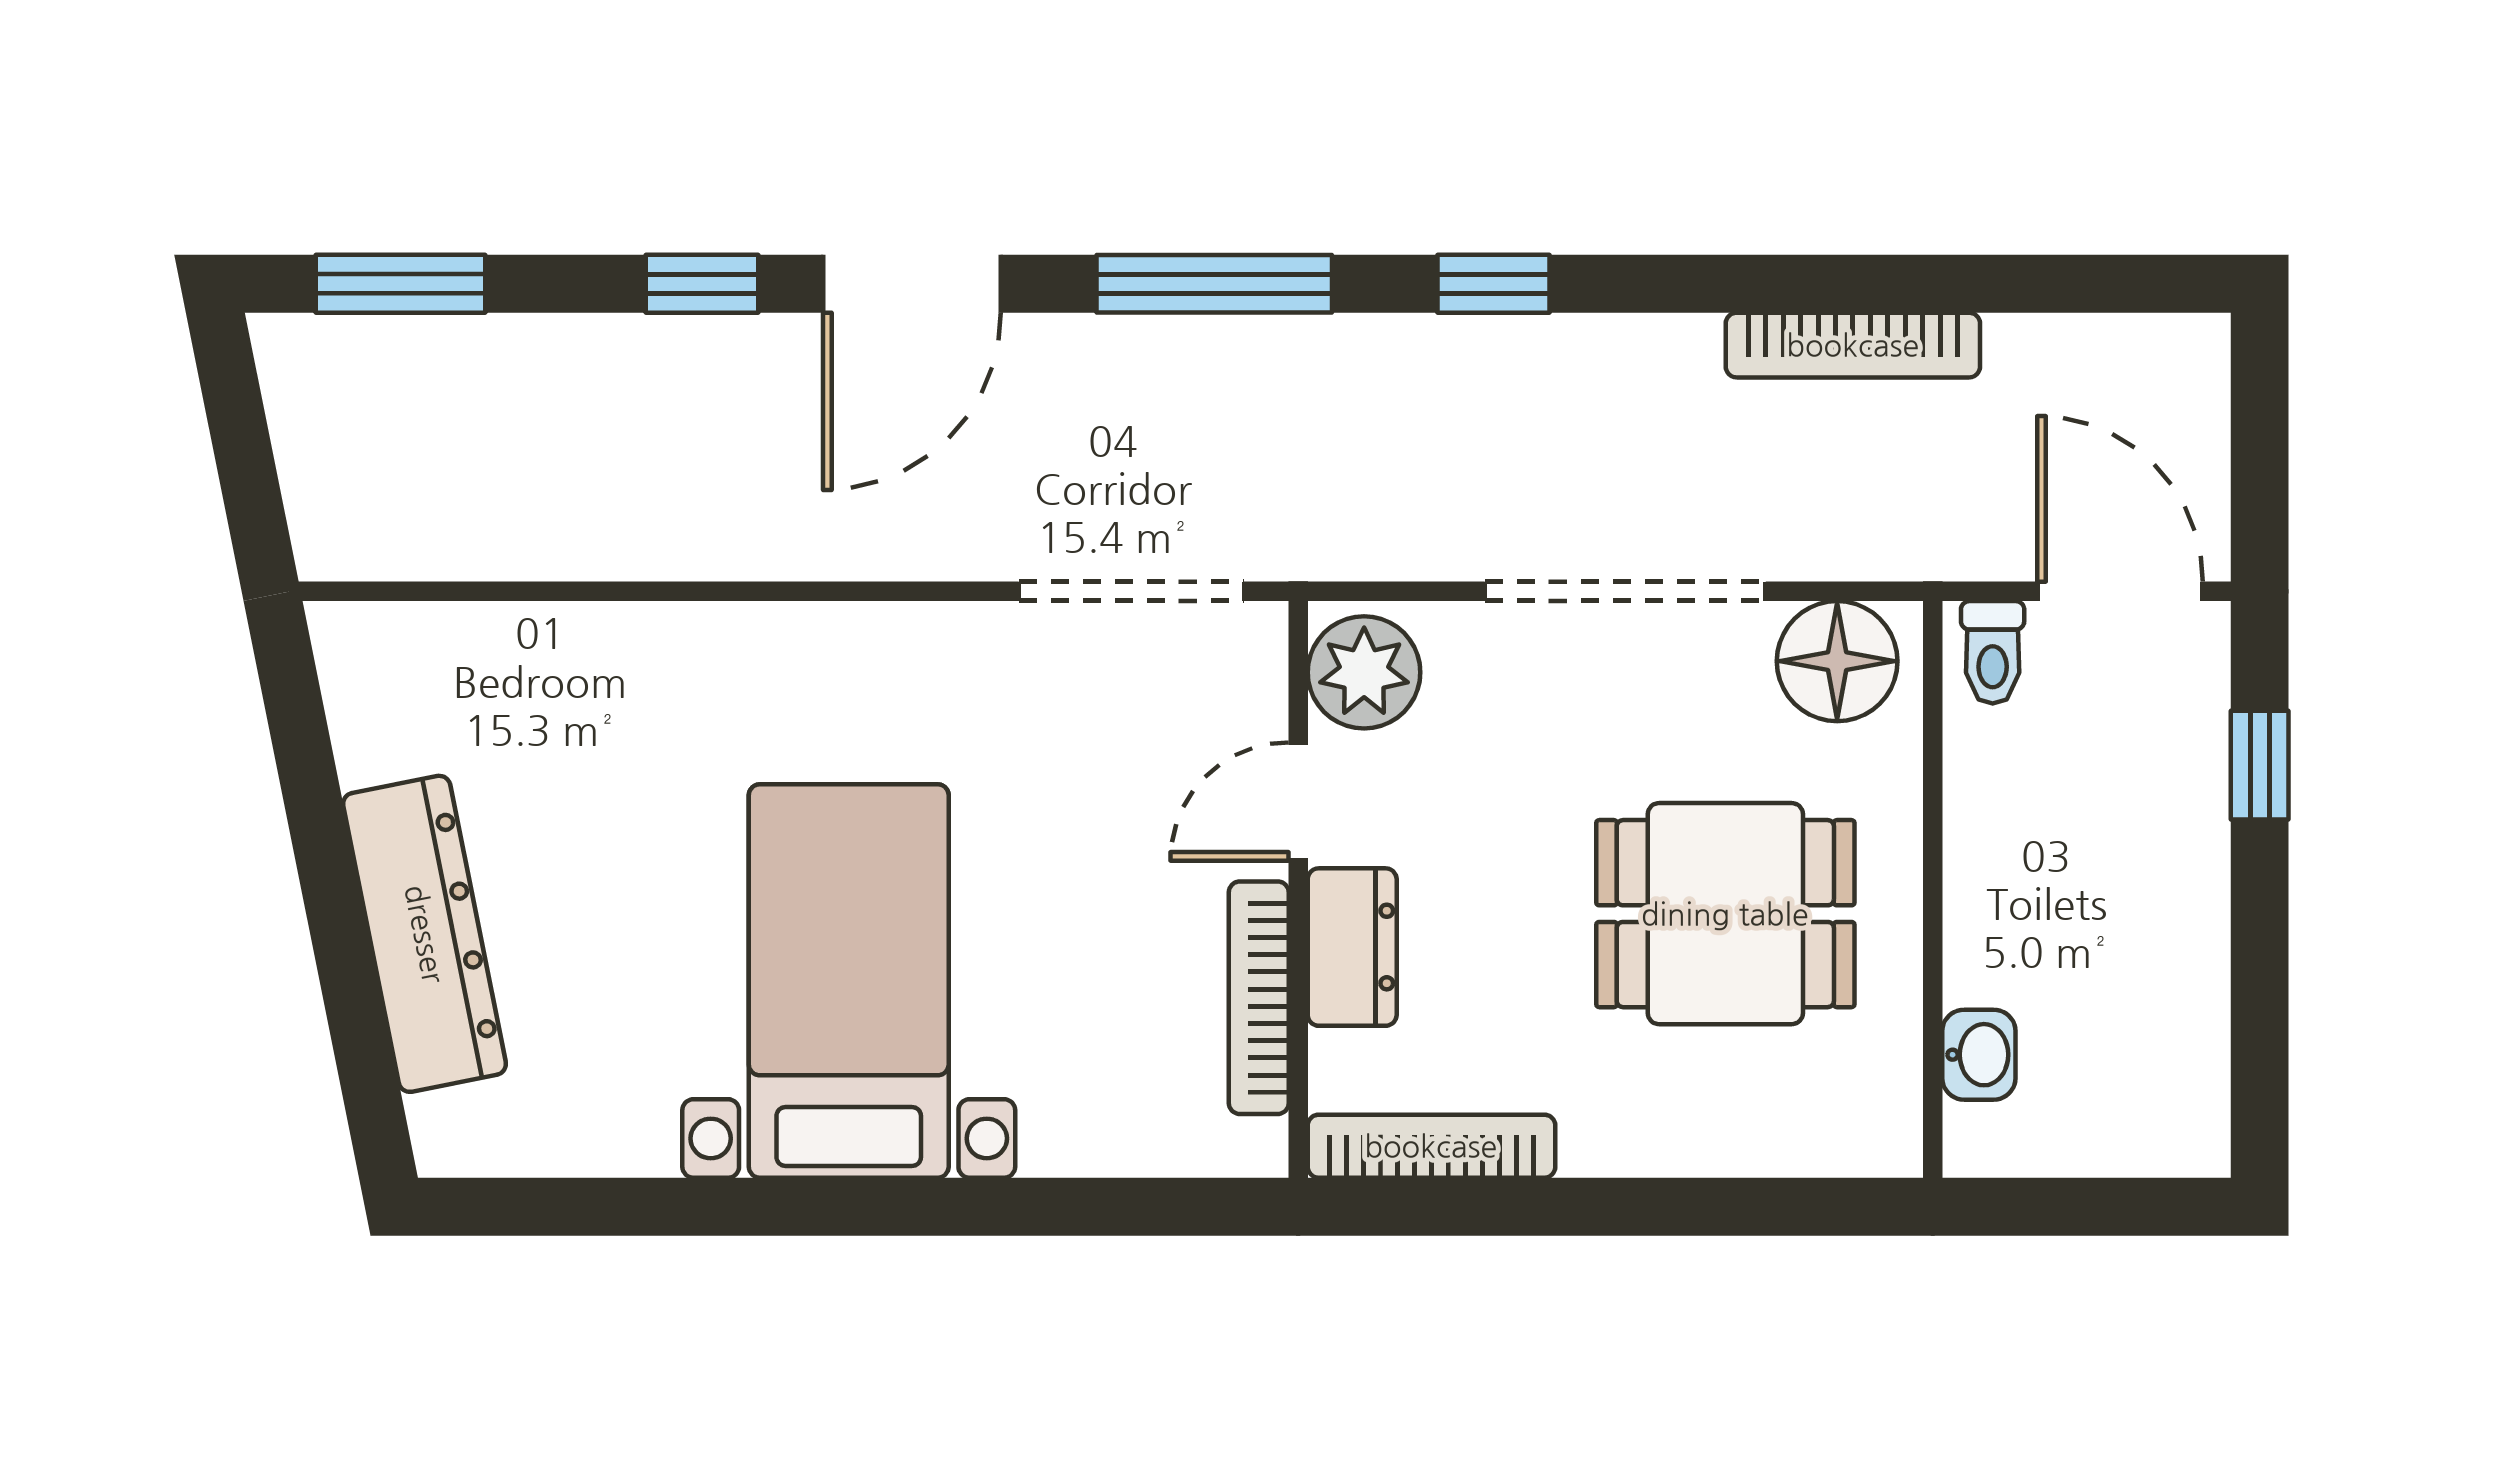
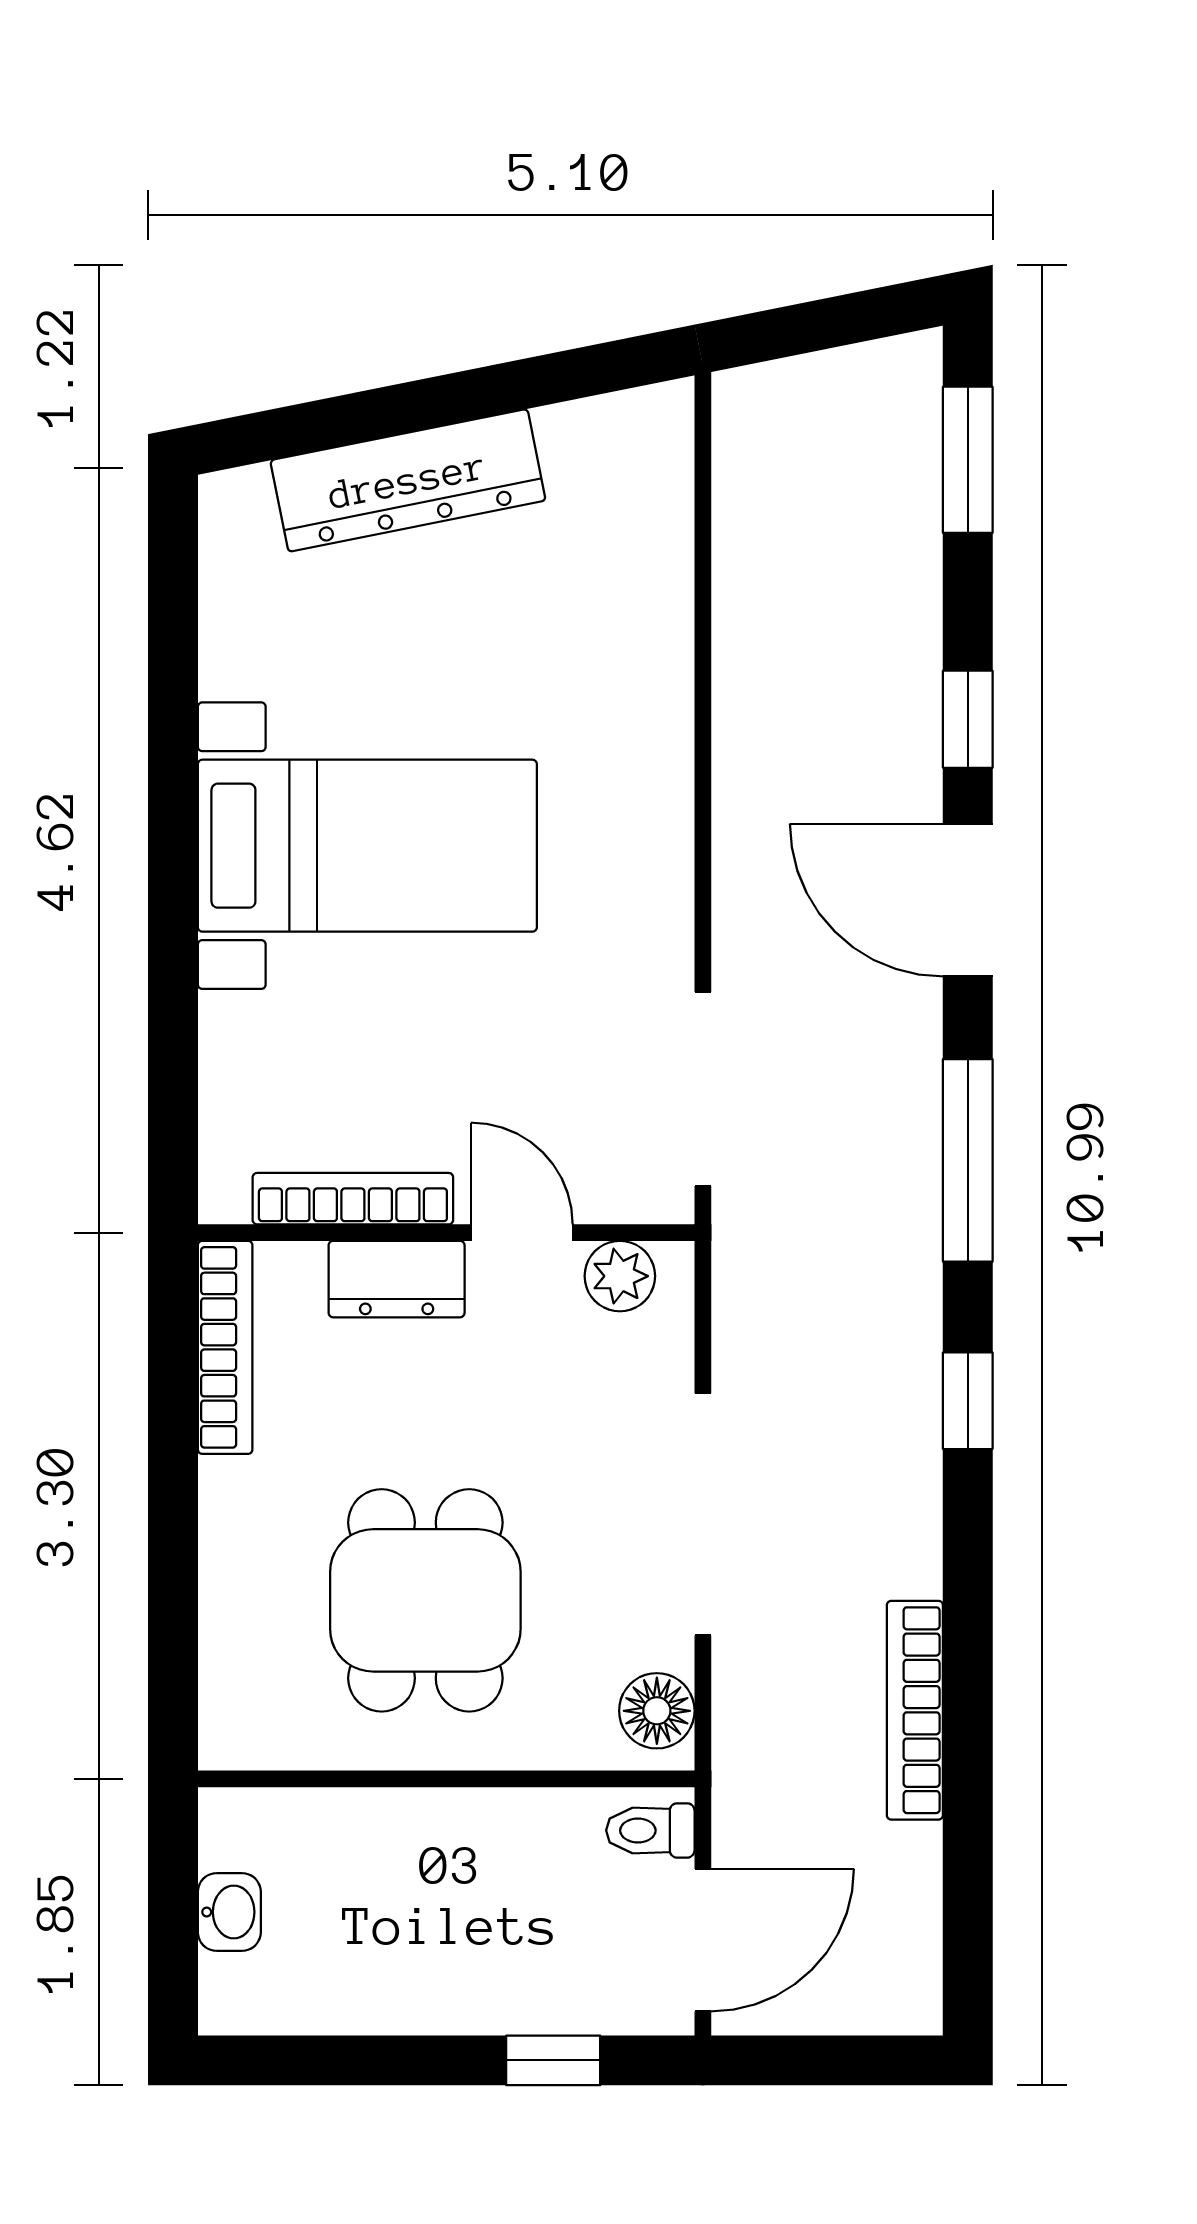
floor lamp: (1837, 661) -> (657, 1711), width x0.73, depth x0.73
plant: (1364, 672) -> (620, 1276), width x0.73, depth x0.73
washbasin: (1979, 1055) -> (229, 1912), moved, turned -90

